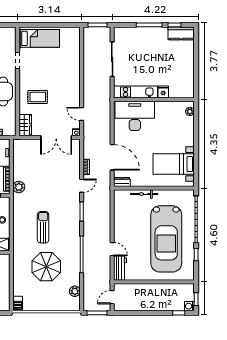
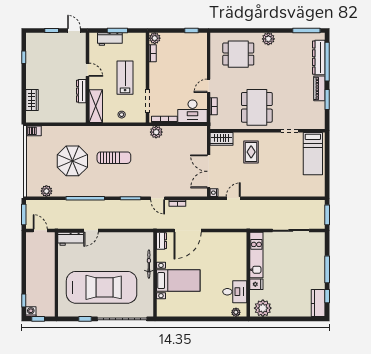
plant: (186, 86) -> (263, 308), added
desk: (135, 116) -> (235, 292), moved, width x0.53, depth x0.77
bed with nightstands: (174, 164) -> (178, 281), moved, turned 90
car: (166, 239) -> (102, 287), turned 180

